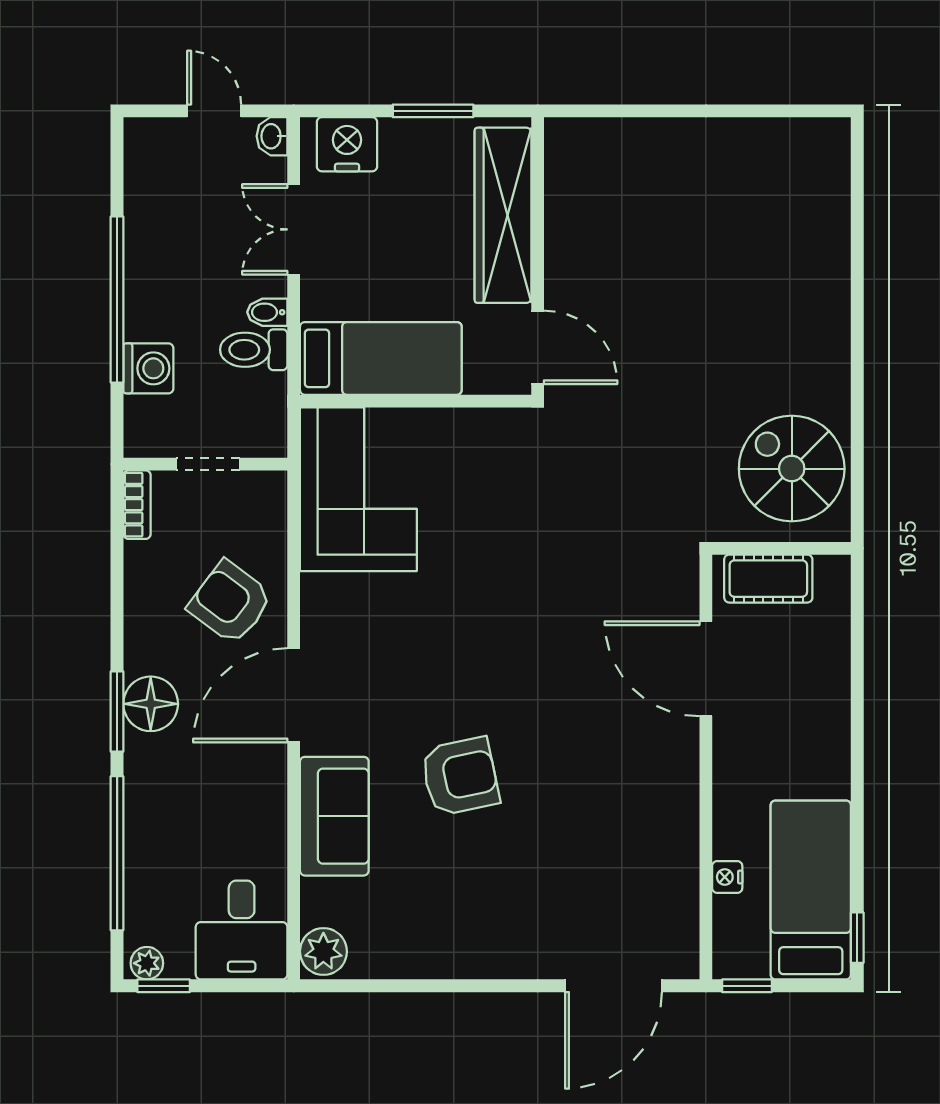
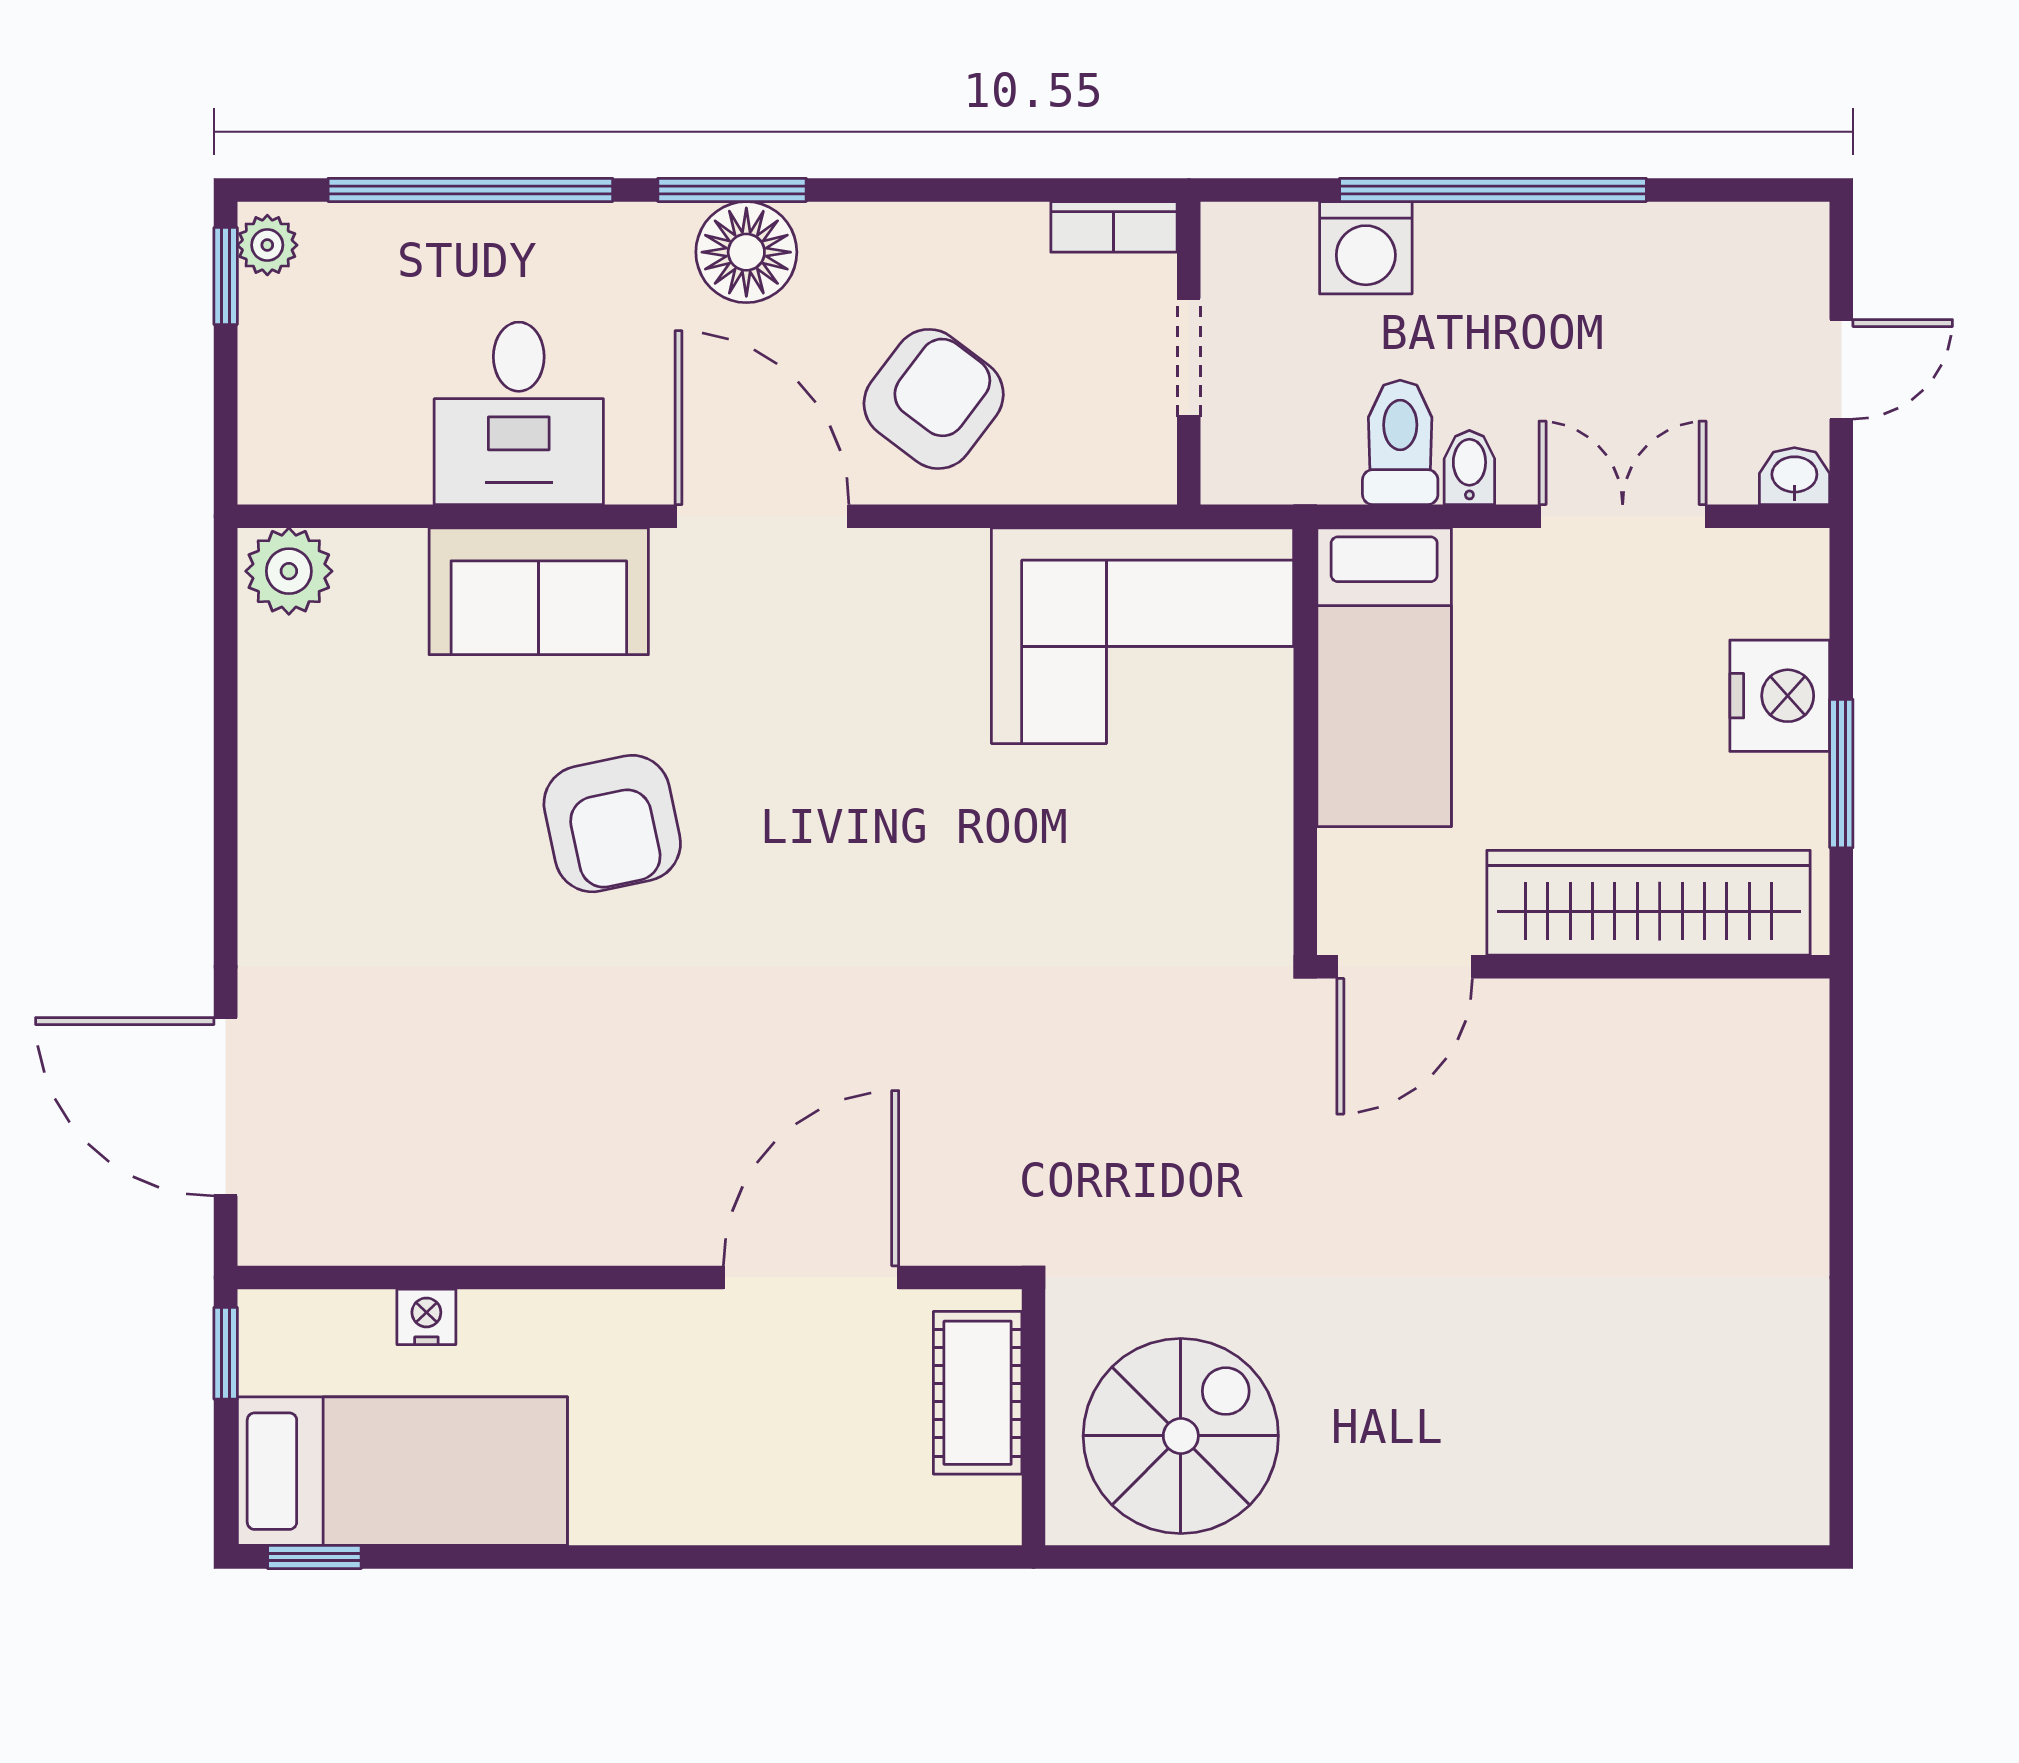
nightstand: (347, 144) -> (1780, 696), moved
desk: (242, 930) -> (519, 413), moved, turned -90

